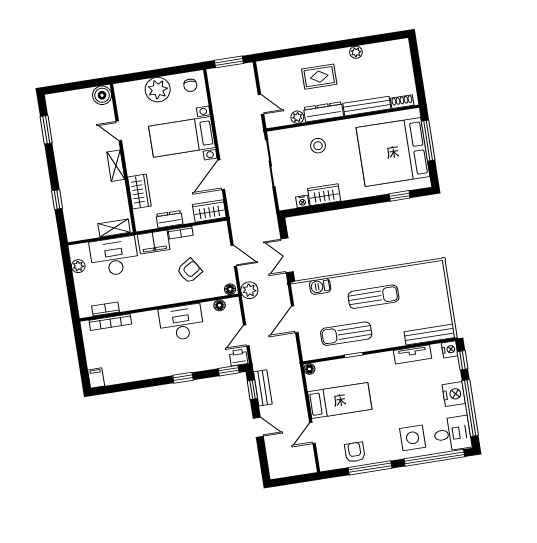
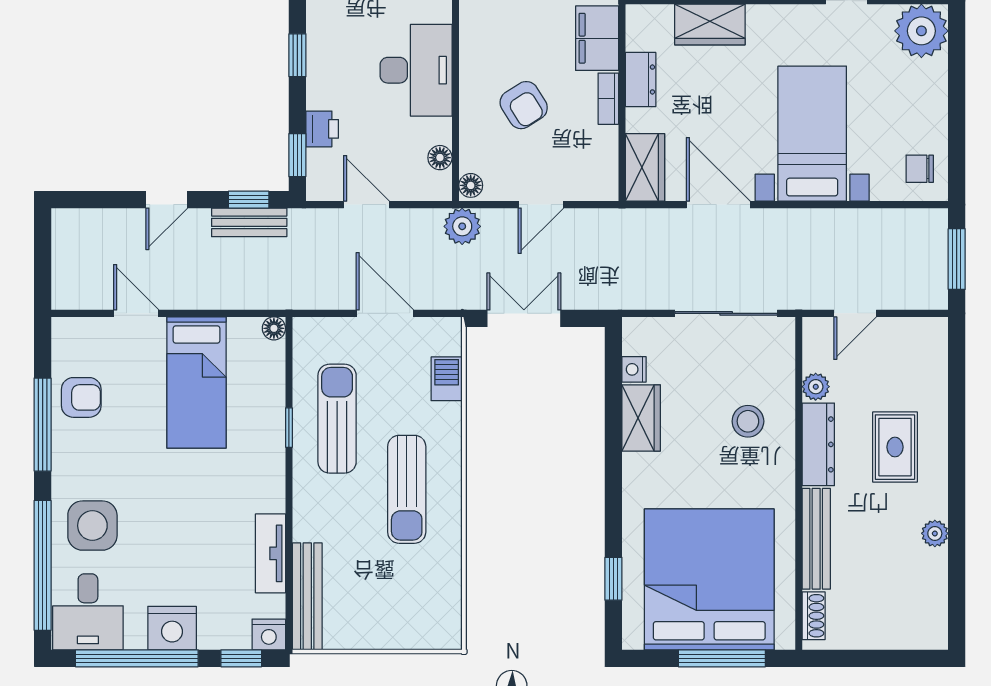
plant: (158, 90) -> (921, 31), moved
printer: (238, 357) -> (322, 129), moved

